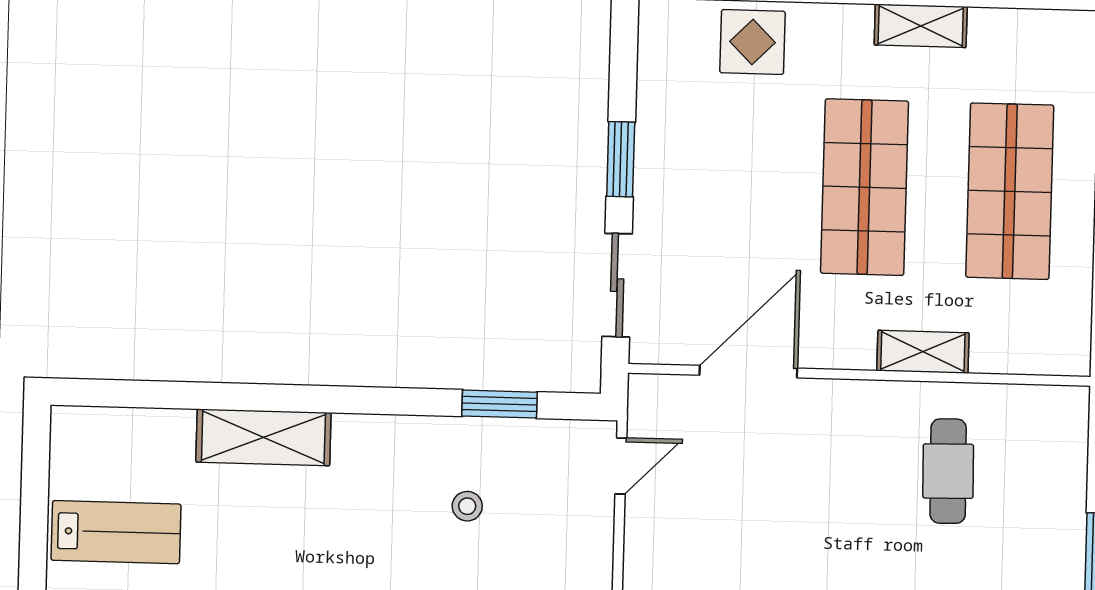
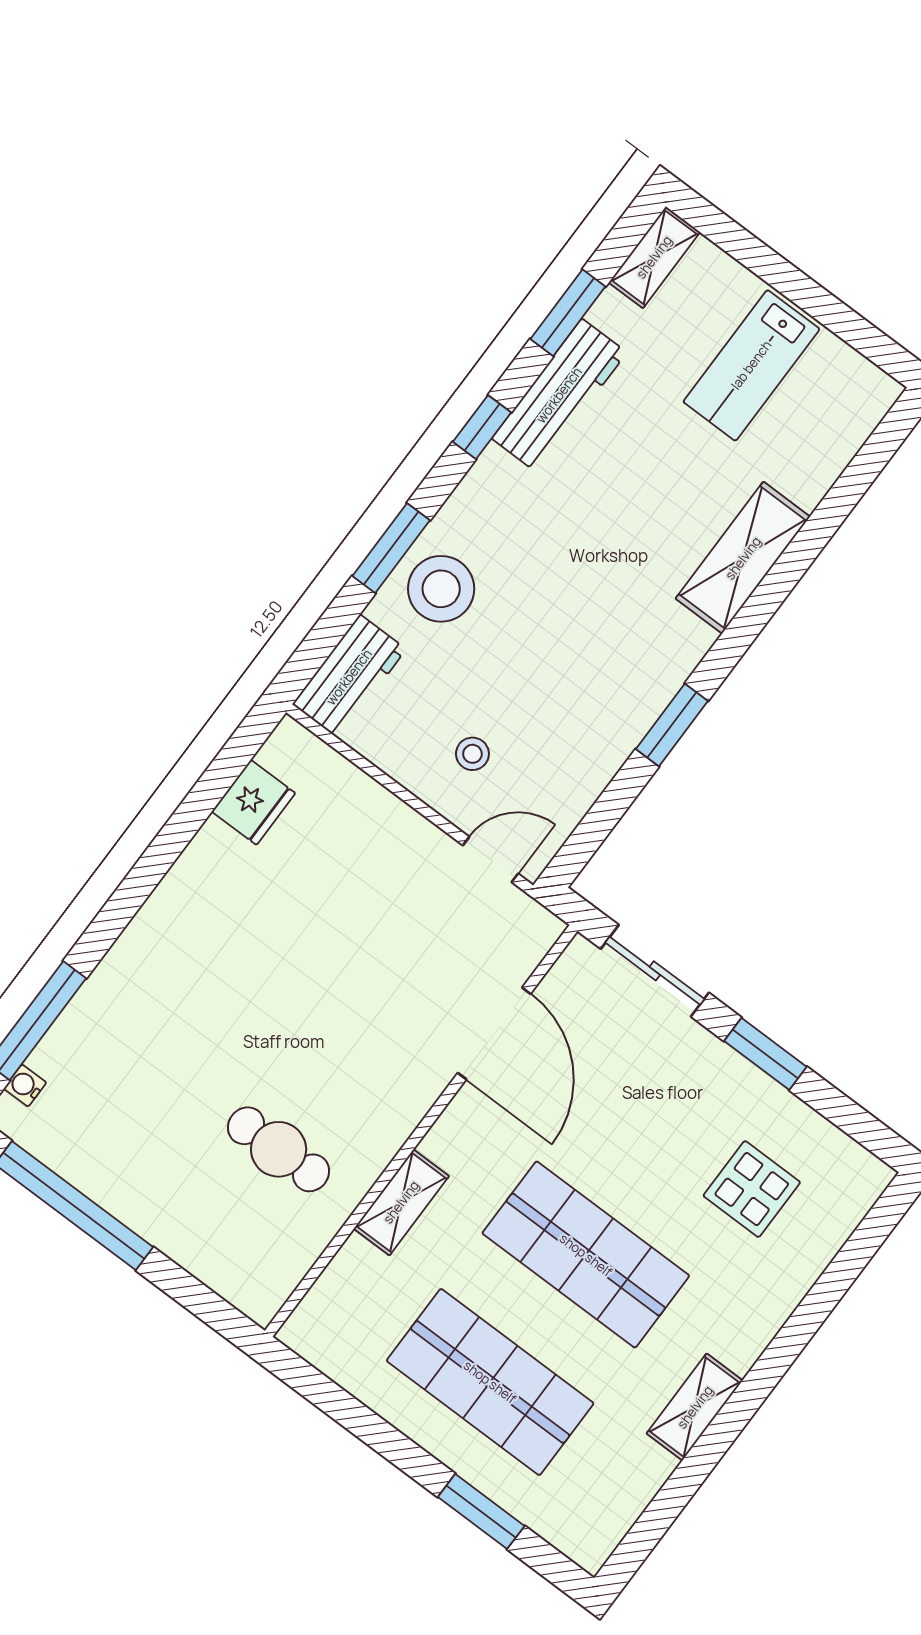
display table: (752, 42) -> (752, 1189), moved
window: (499, 404) -> (672, 725), moved
door: (621, 466) -> (491, 859), swing flipped
stool: (467, 506) -> (472, 754), moved

